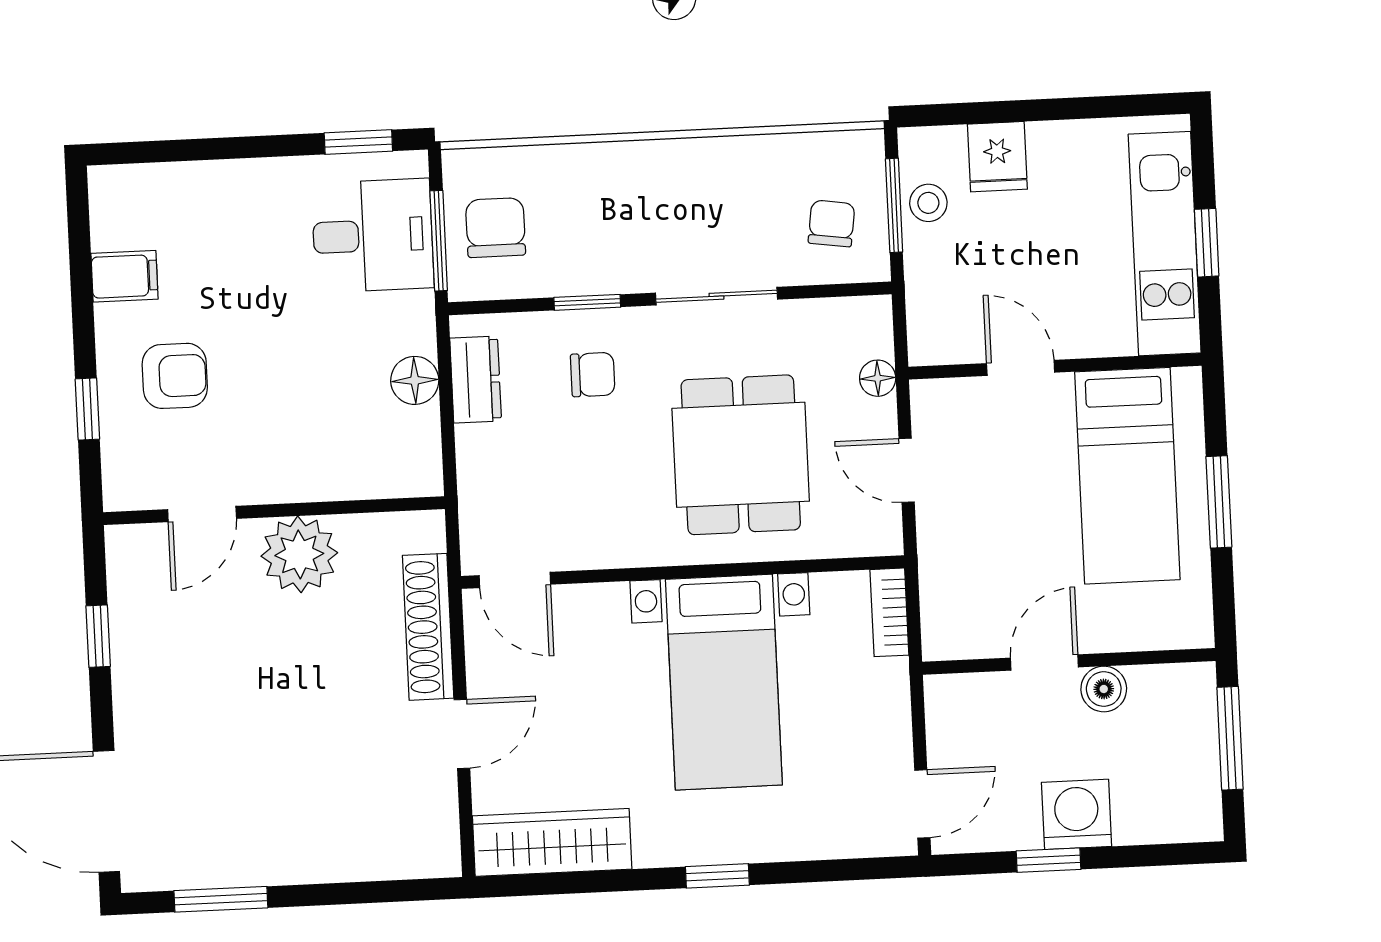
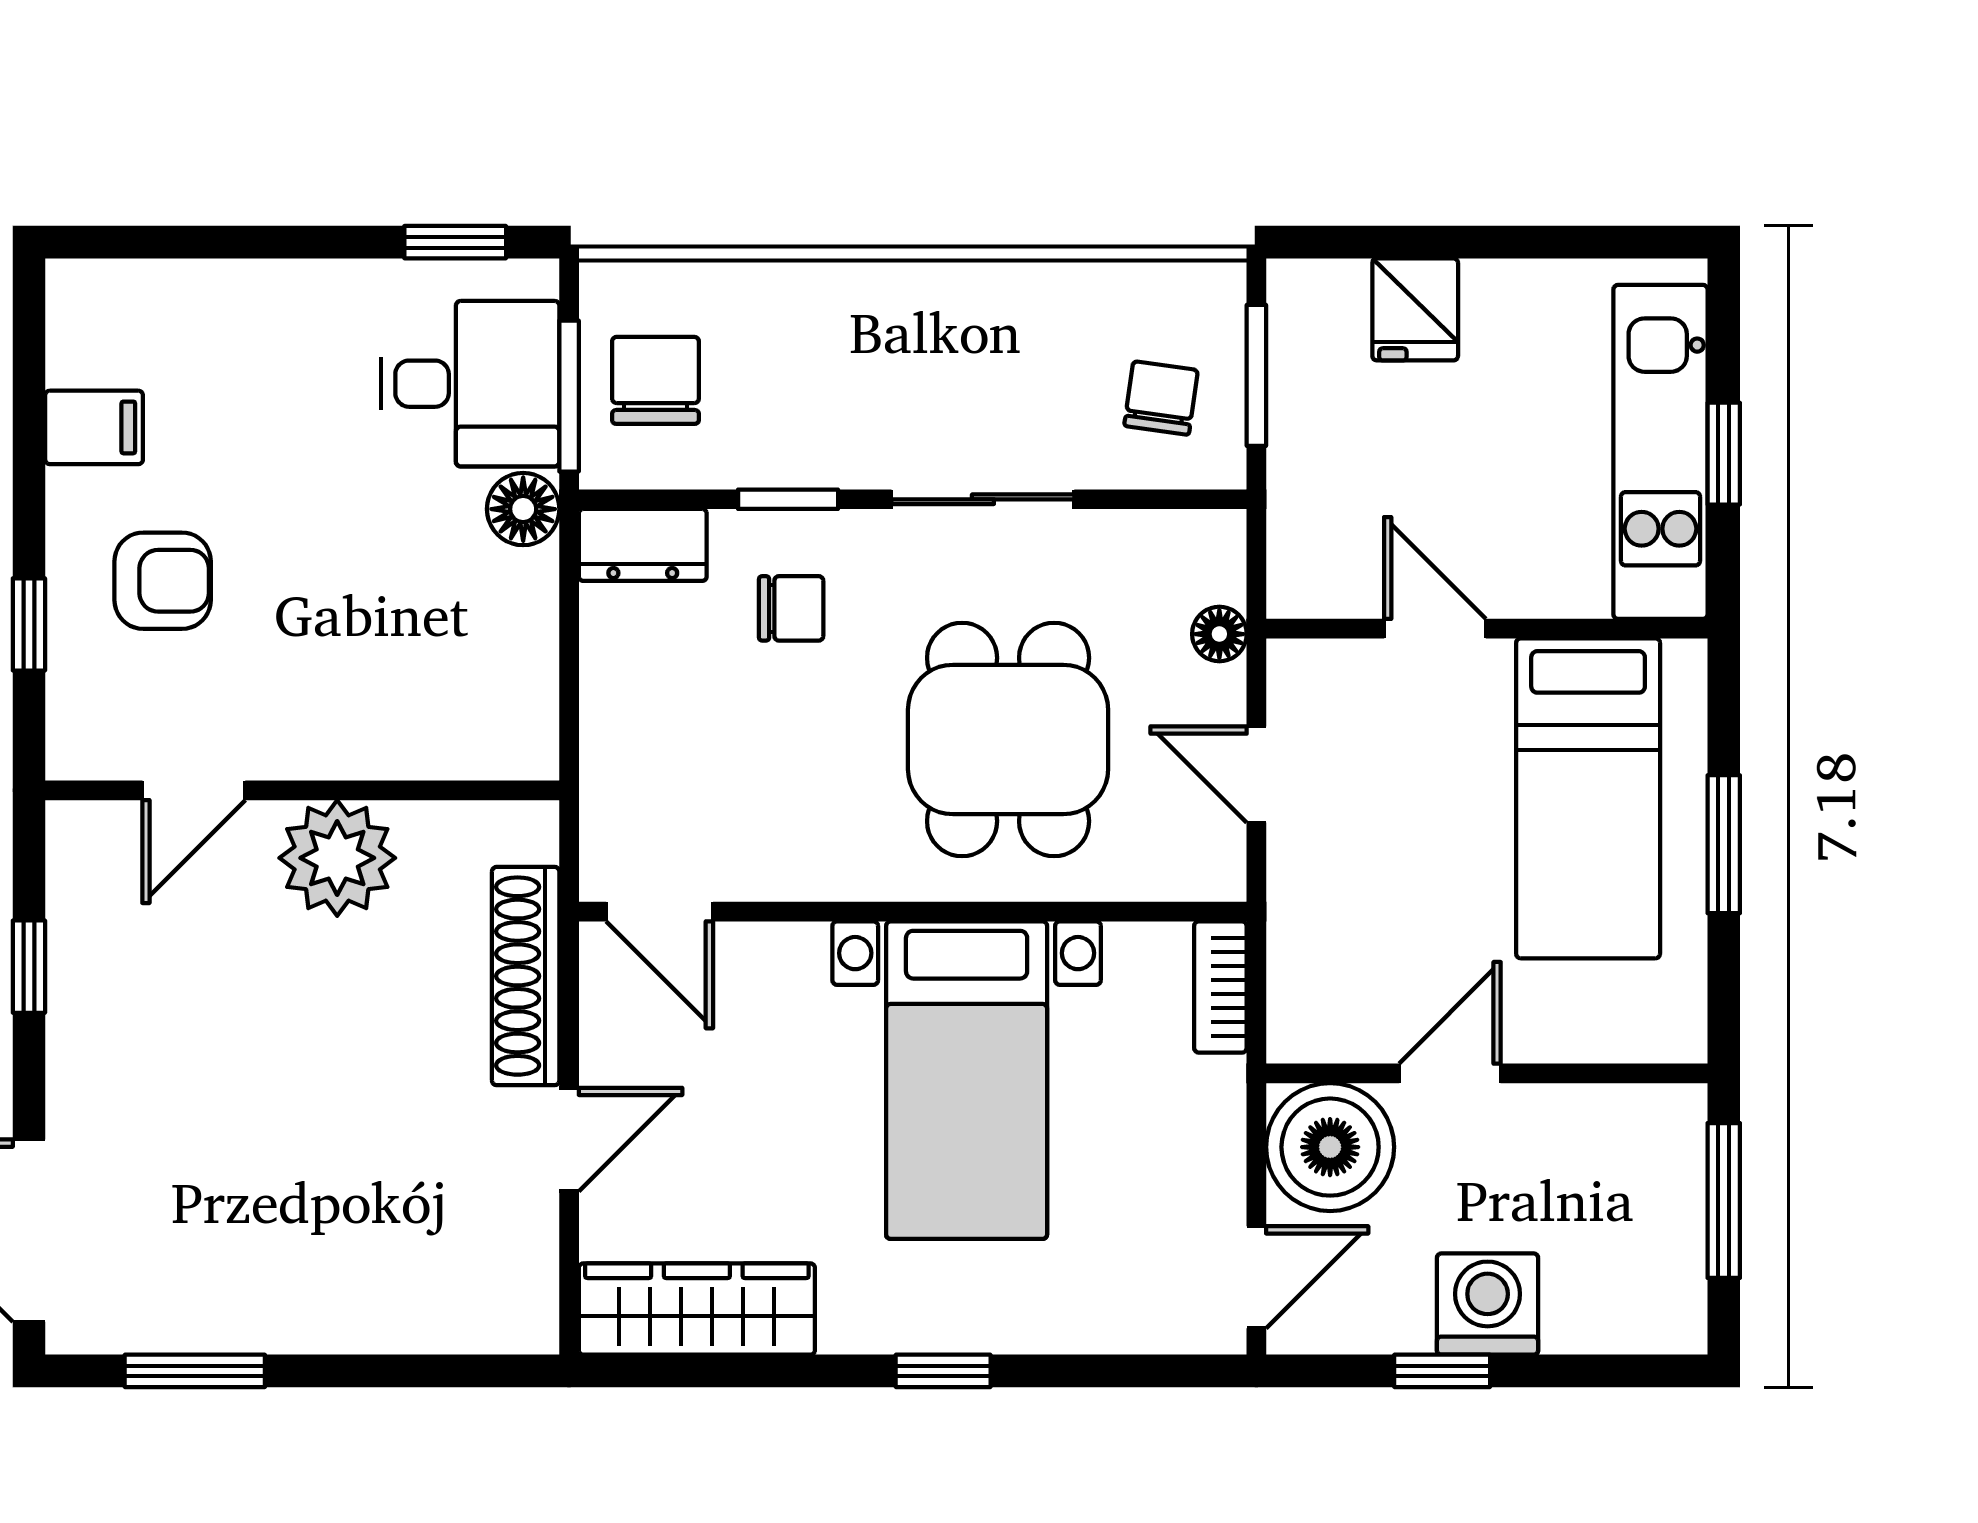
stool: (928, 203) -> (1308, 374), removed
floor lamp: (415, 380) -> (523, 509), moved
dresser: (476, 380) -> (643, 545), moved, turned 90
boiler: (1104, 689) -> (1330, 1147), moved, width x1.86, depth x1.86

